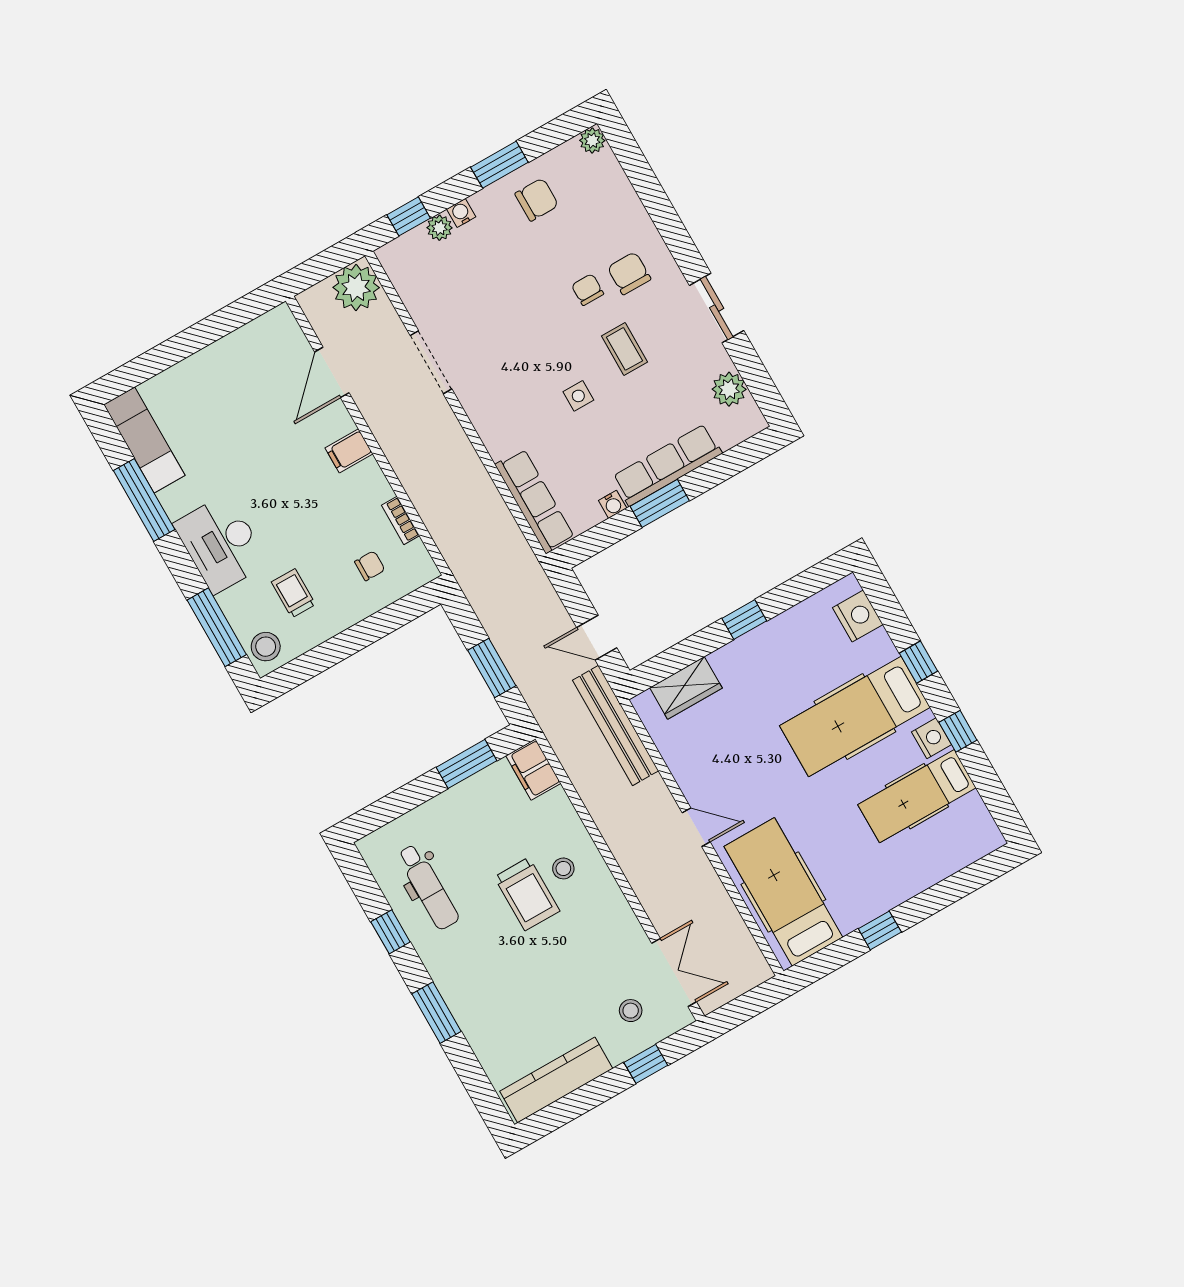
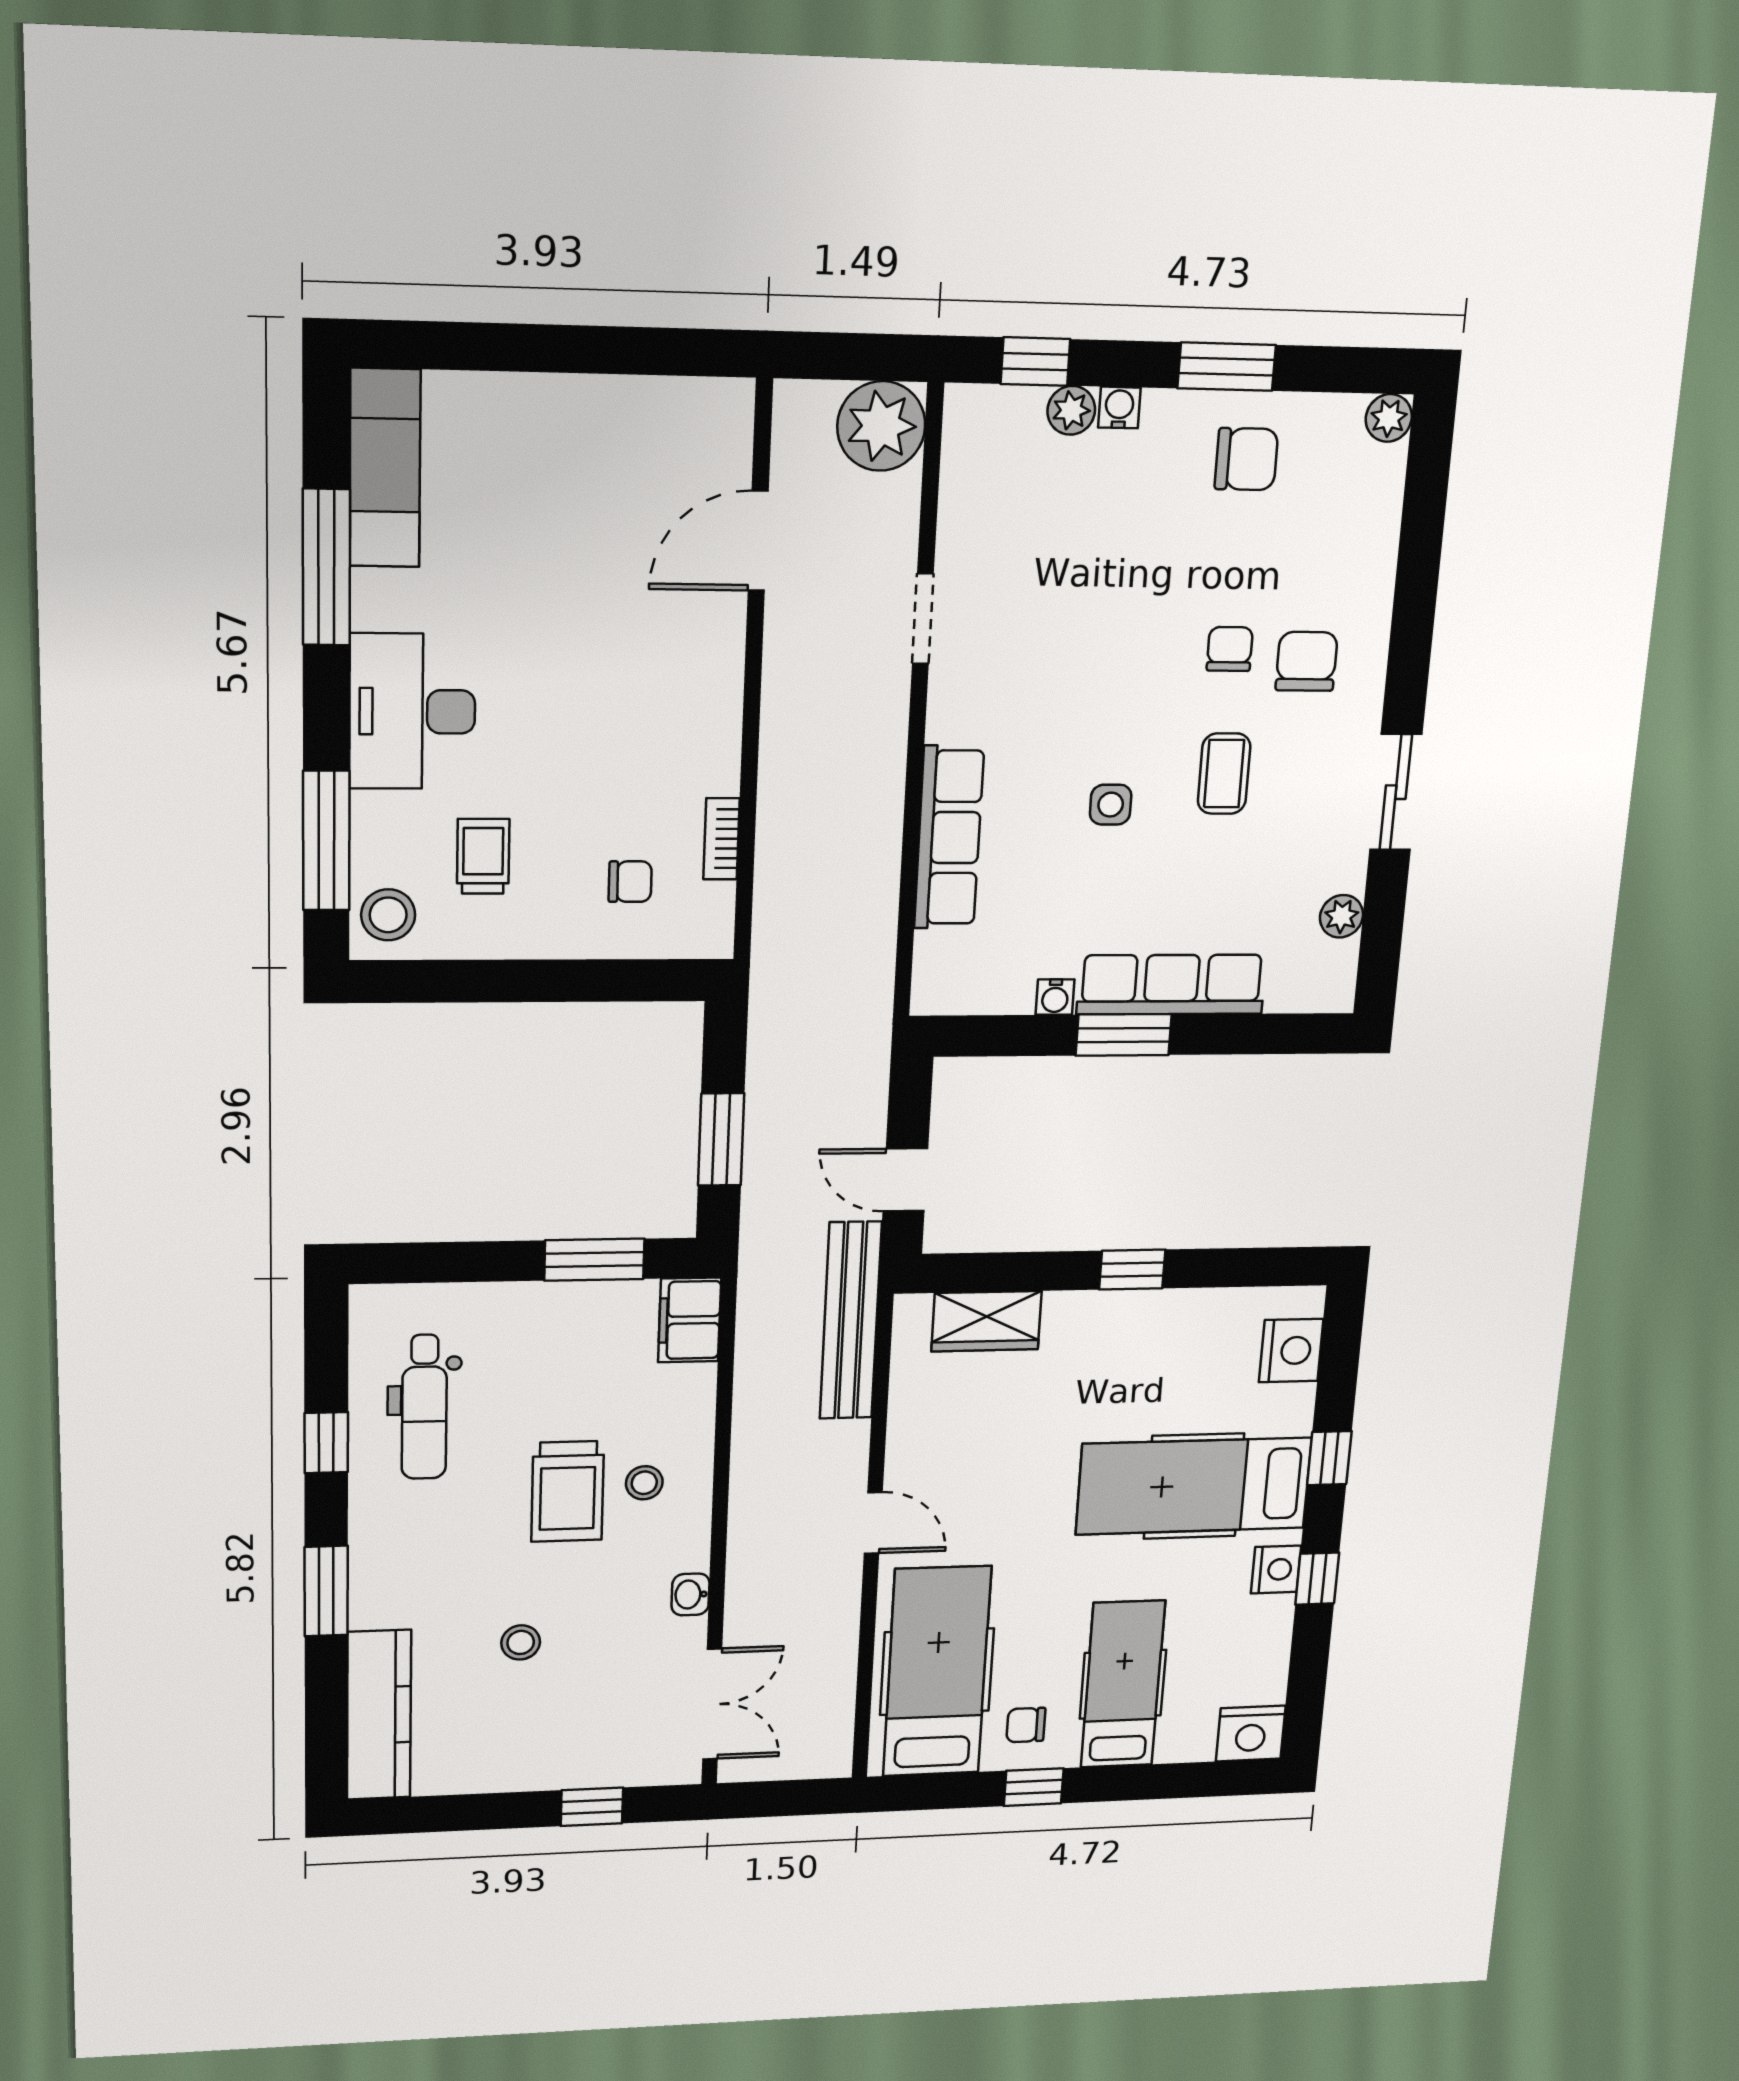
doorway: (431, 362) -> (923, 619), width x0.73
plant: (729, 389) -> (1341, 916), width x0.73, depth x0.73
filing cabinet: (349, 451) -> (708, 683), removed
row of seats: (535, 501) -> (949, 838), moved
hospital bed: (917, 796) -> (1123, 1684), moved, turned 90
nightstand: (981, 838) -> (1251, 1734), added
chair: (852, 897) -> (1026, 1725), added
washbasin: (625, 917) -> (690, 1594), added
stool: (631, 1011) -> (521, 1642), moved
kitchen counter: (556, 1080) -> (379, 1715), moved, turned 90

